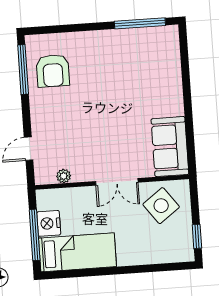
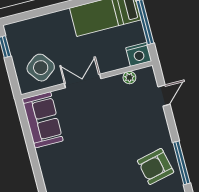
armchair: (53, 71) -> (156, 166), turned -103
nightstand: (49, 223) -> (139, 54), moved, turned 90

